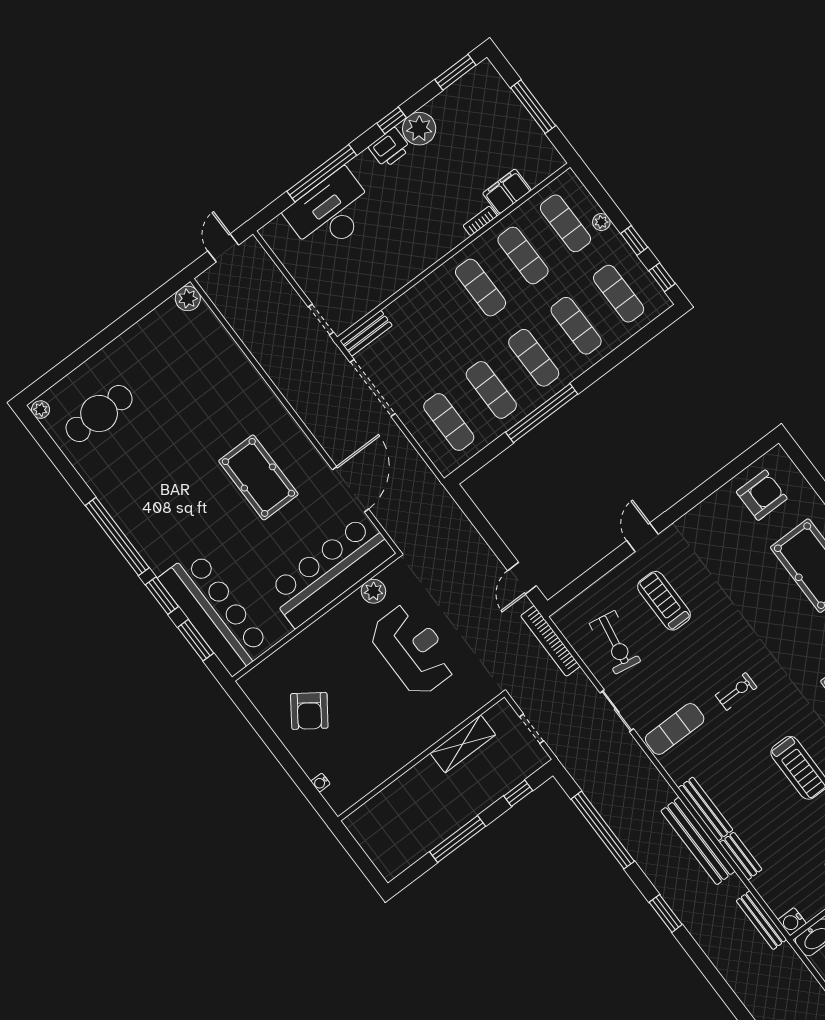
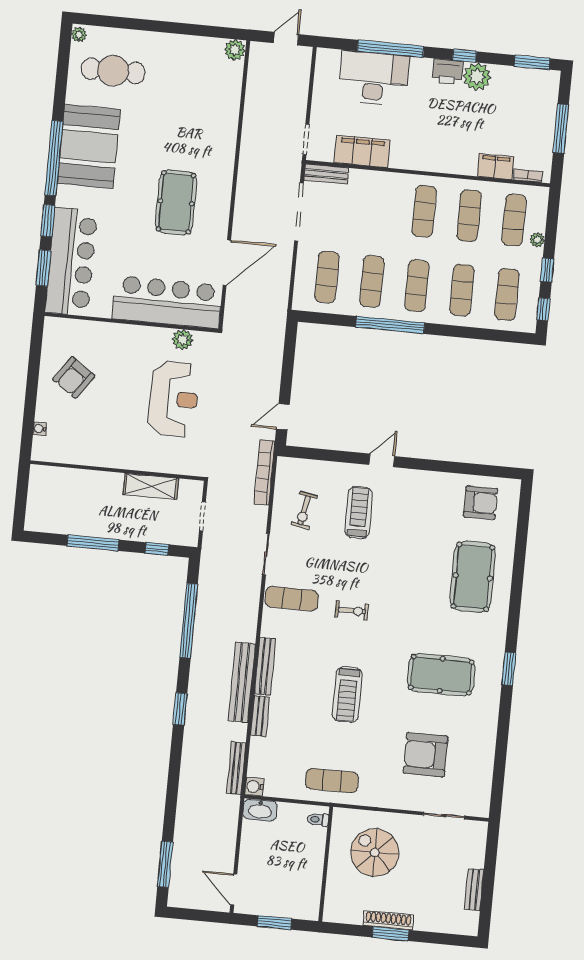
bookcase: (480, 221) -> (528, 176), moved
filing cabinet: (379, 285) -> (362, 151), added
booth: (138, 499) -> (89, 146), added
exercise bike: (615, 642) -> (304, 510), width x0.73, depth x0.72

